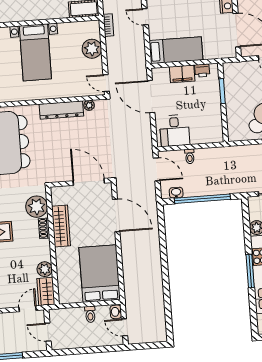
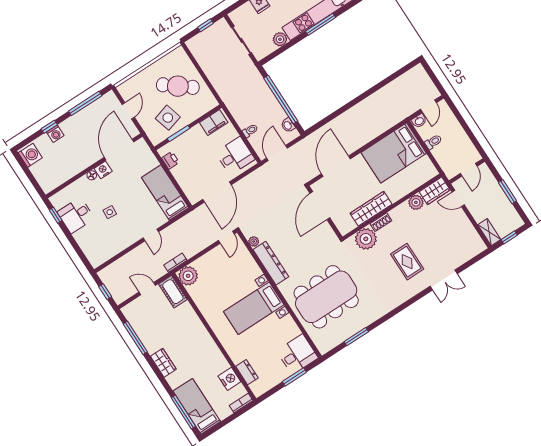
plant: (92, 49) -> (188, 276), moved
bed with nightstands: (35, 52) -> (254, 308), moved, turned 180
filing cabinet: (182, 74) -> (214, 123), moved, turned 90
side table: (242, 89) -> (168, 118), added

